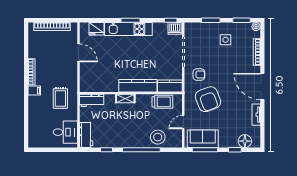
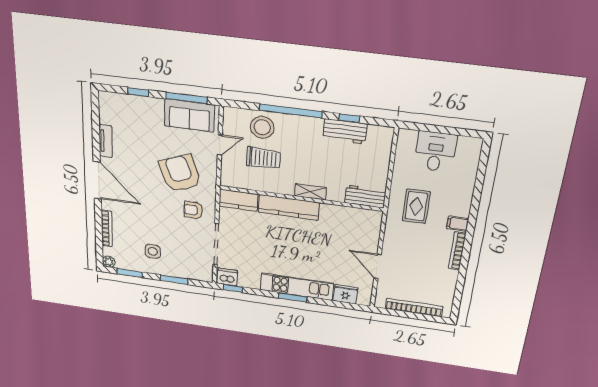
trolley: (162, 102) -> (263, 158), moved, turned 180
desk: (65, 132) -> (435, 152), moved, turned 90
workbench: (86, 135) -> (345, 131), moved, turned -90
floor lamp: (245, 141) -> (123, 103), removed

